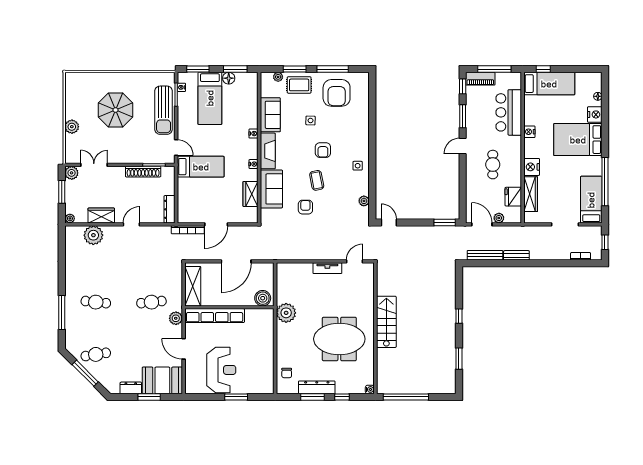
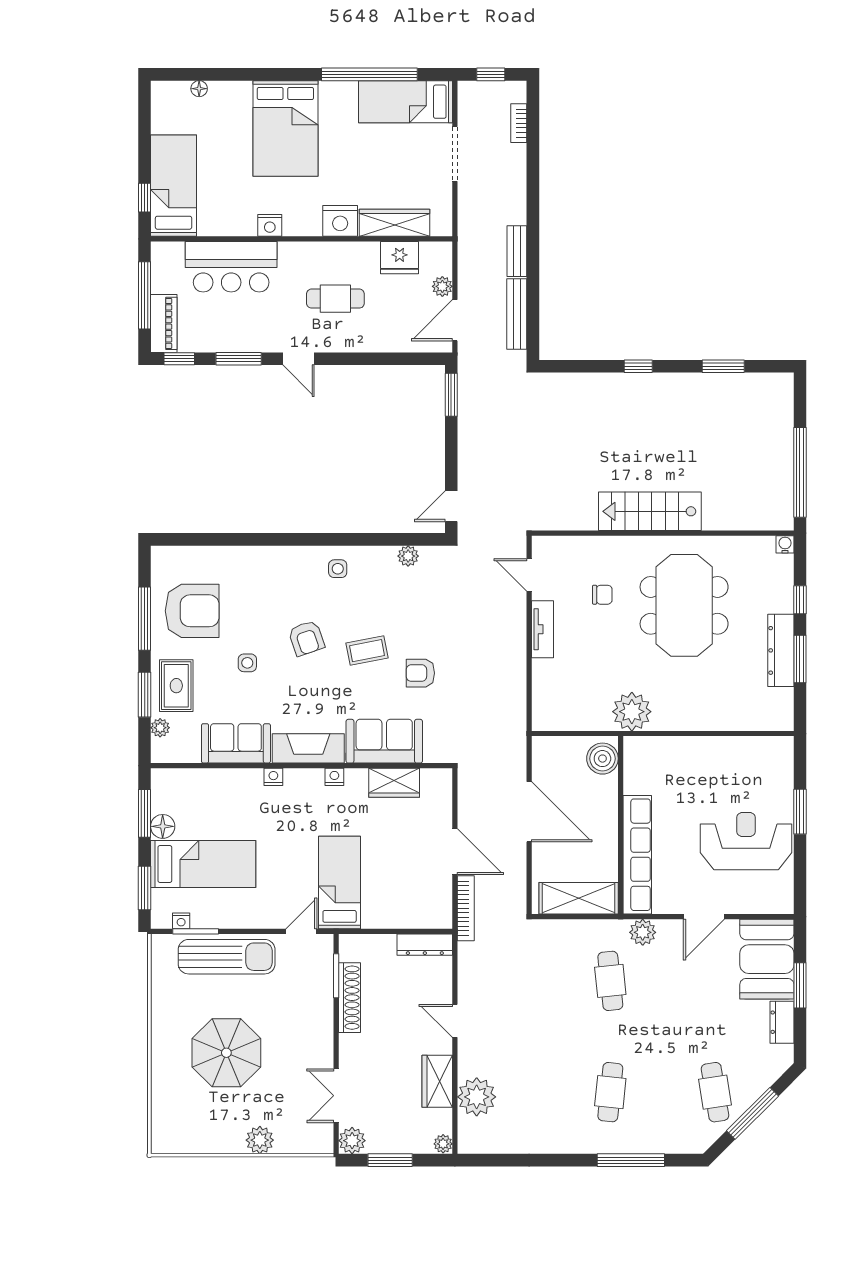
nightstand: (595, 114) -> (235, 95), removed
armchair: (323, 150) -> (306, 638), turned 71
chair: (287, 373) -> (602, 595), moved

